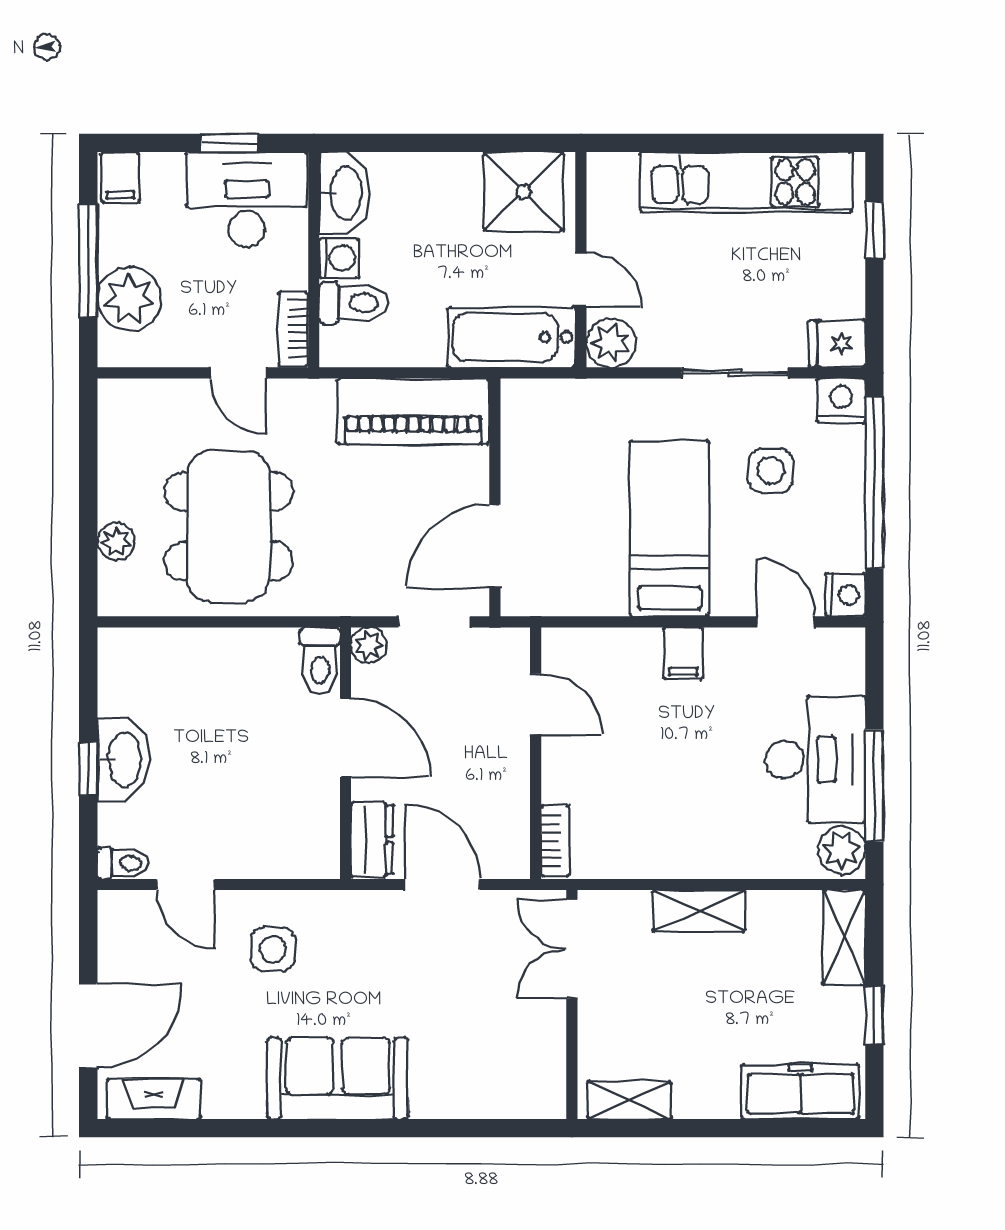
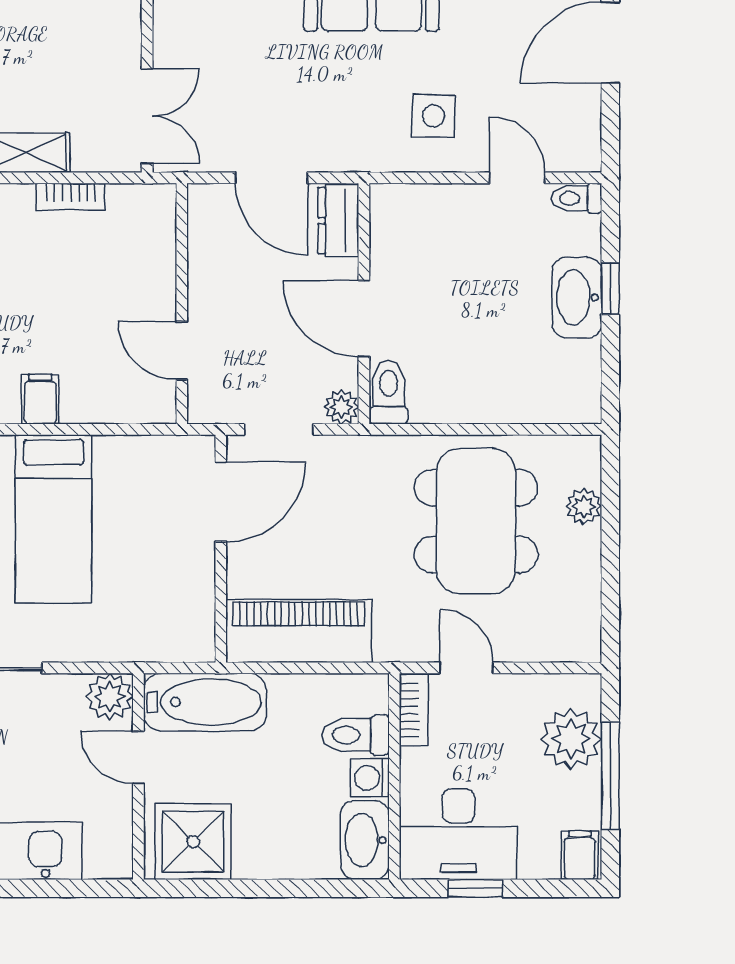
bookcase: (555, 841) -> (71, 197), moved, turned -90

